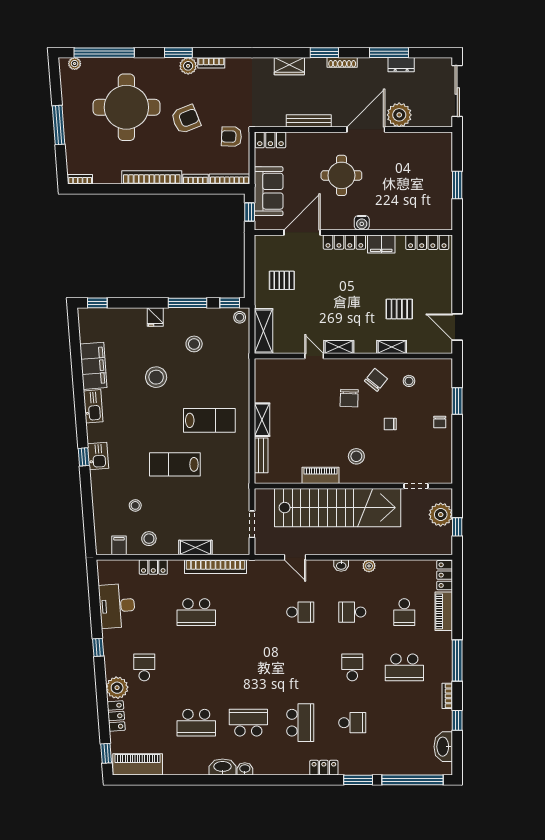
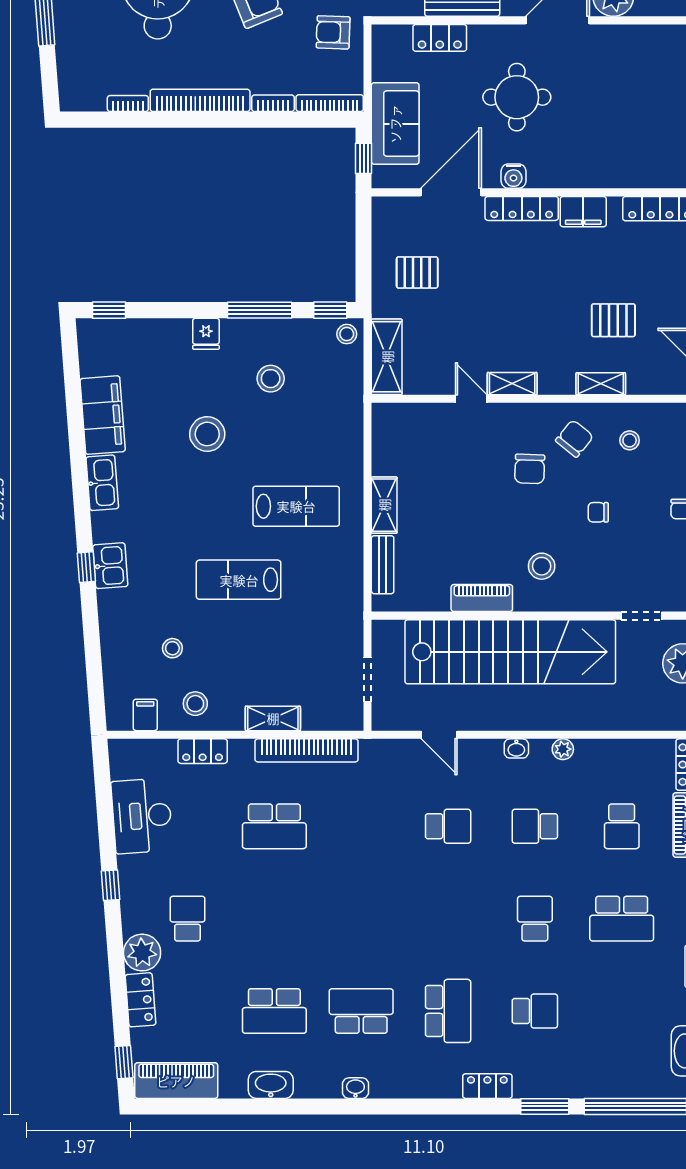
locker: (270, 140) -> (440, 38), moved
bookcase: (80, 179) -> (128, 104), moved
water cooler: (362, 223) -> (513, 176), moved
washbasin: (223, 767) -> (271, 1085), moved

